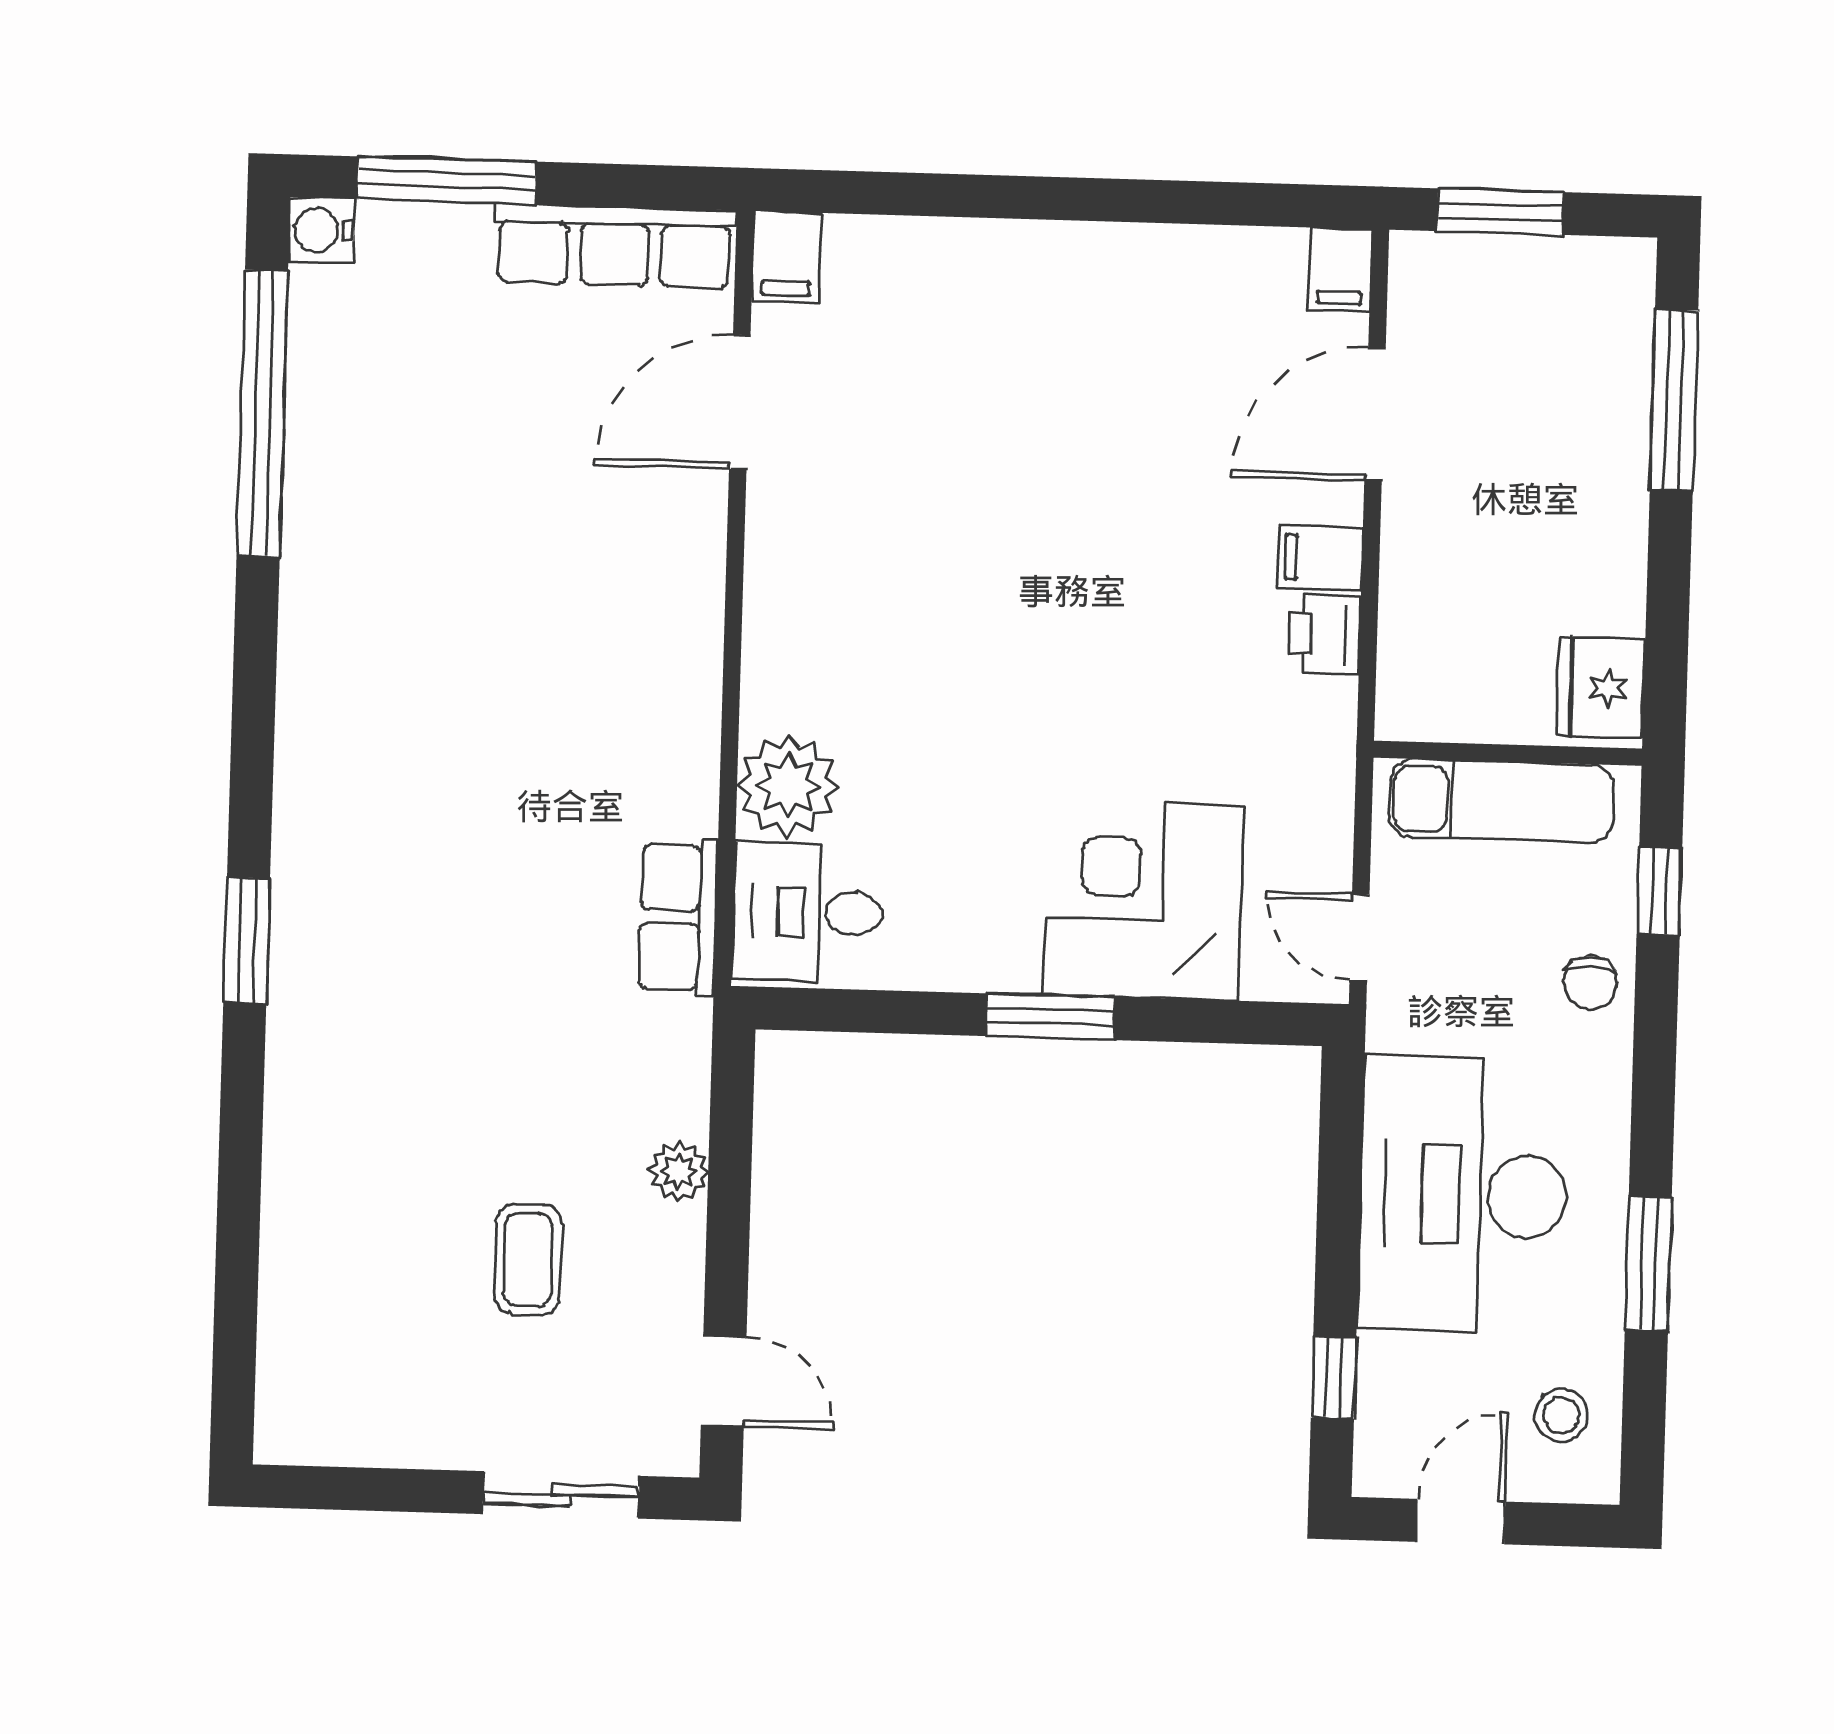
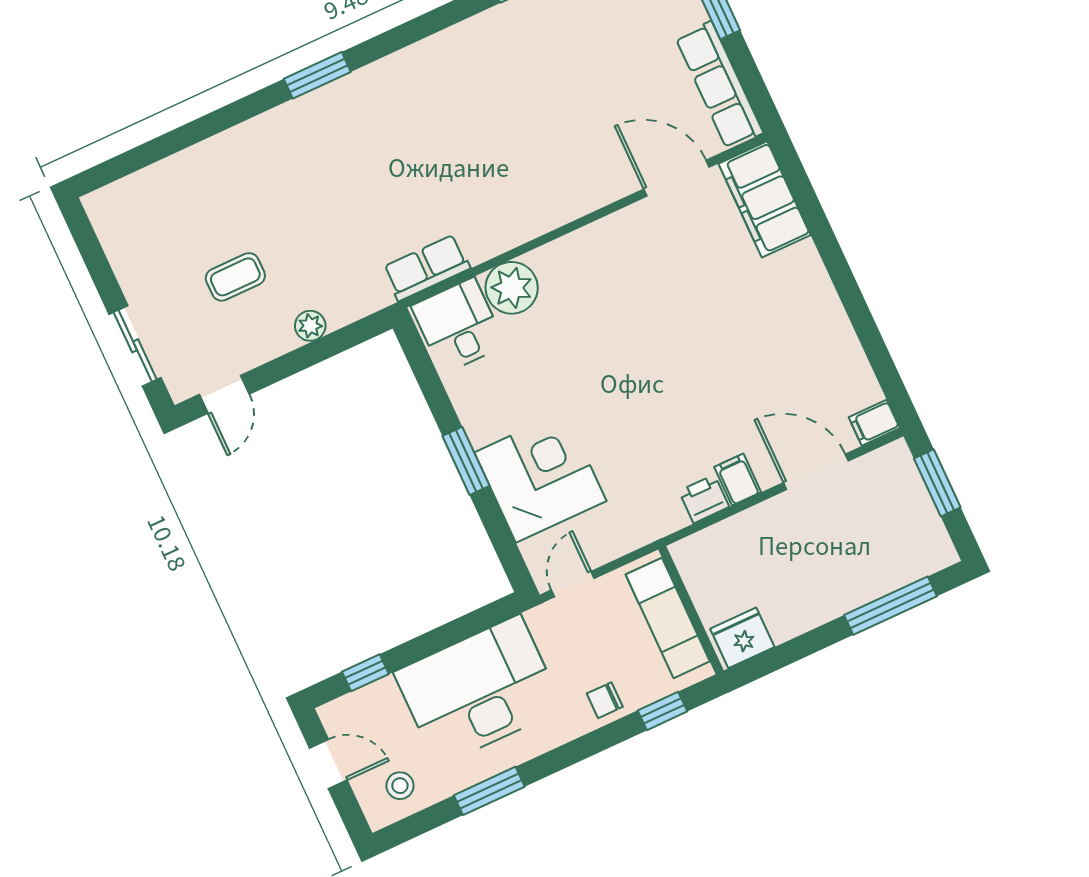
filing cabinet: (786, 257) -> (765, 199), width x3.00, depth x1.17

